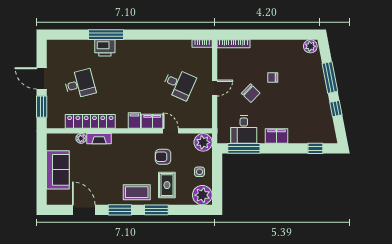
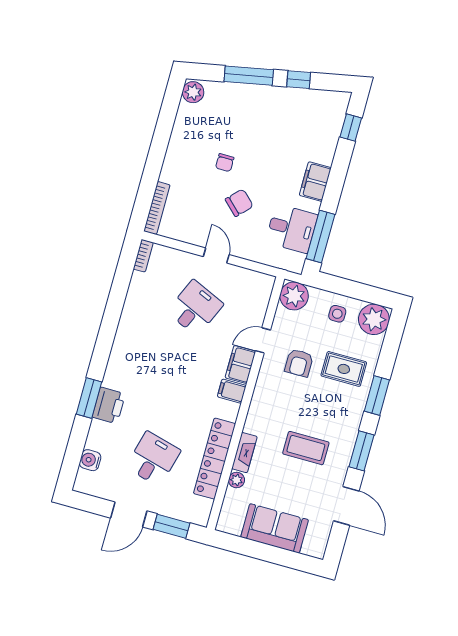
window: (106, 35) -> (89, 398), width x0.69
water cooler: (68, 46) -> (90, 460), added
desk: (80, 84) -> (153, 459), turned 30
coffee table: (137, 192) -> (306, 448), moved, turned 90
door: (84, 210) -> (346, 506), swing flipped

